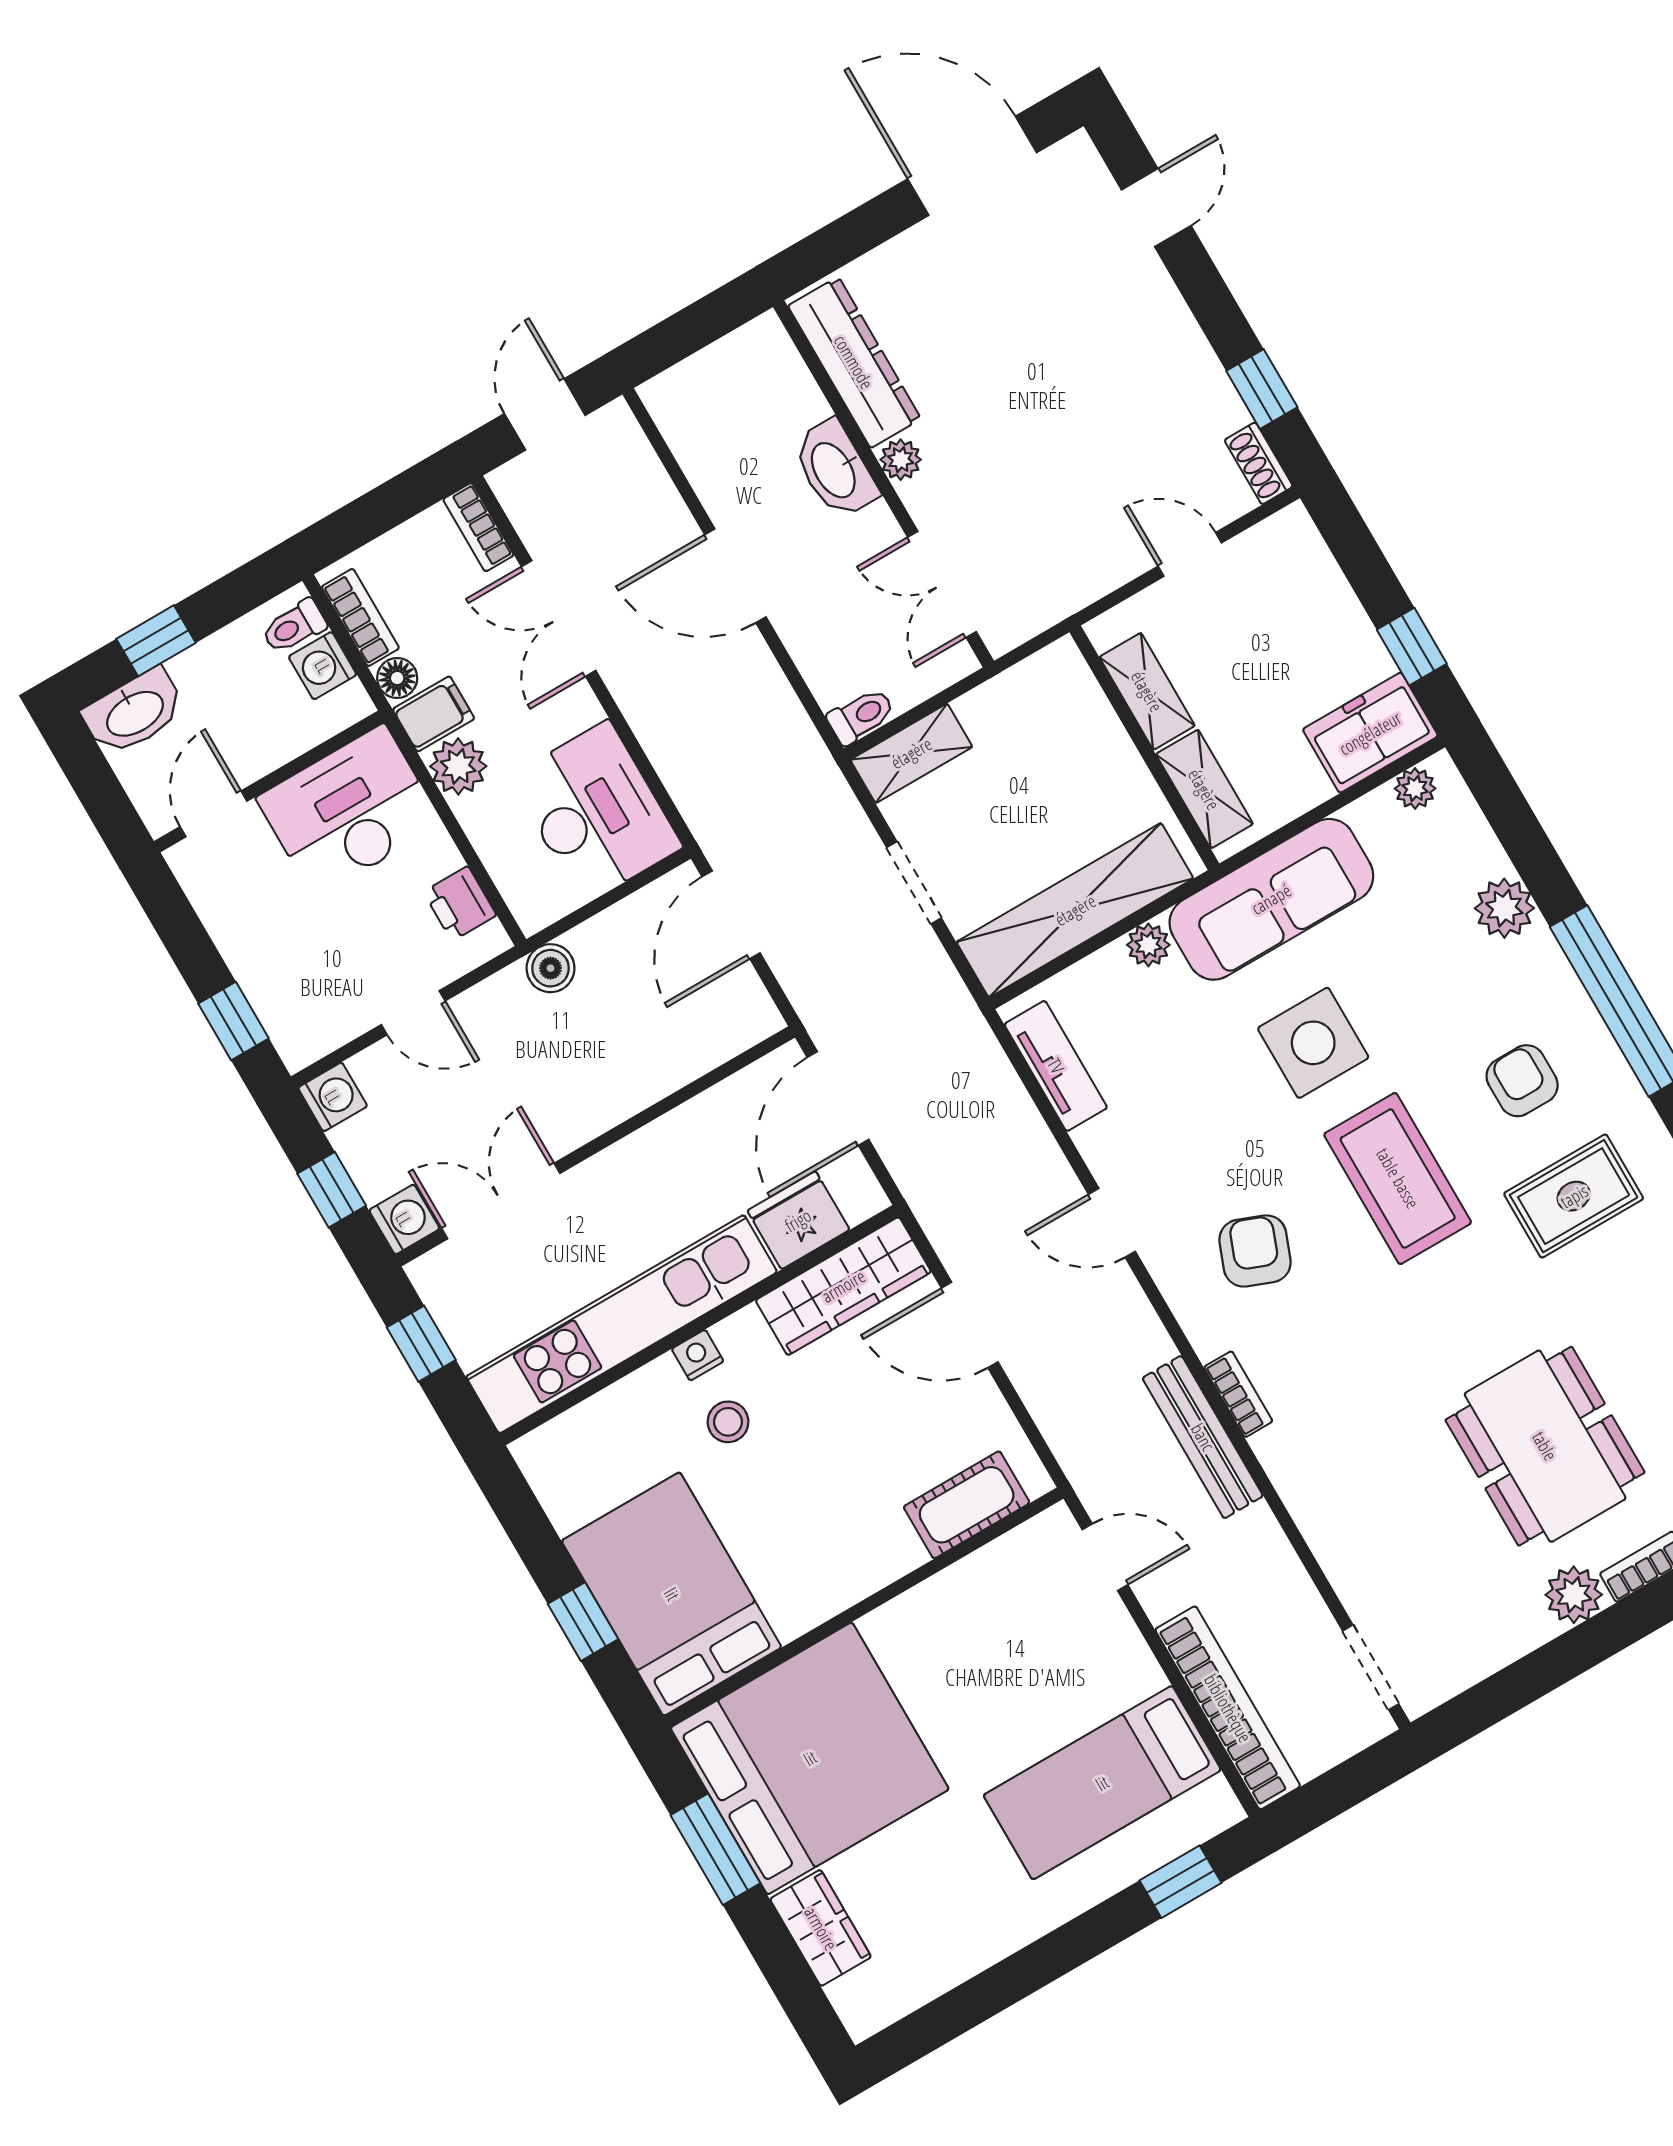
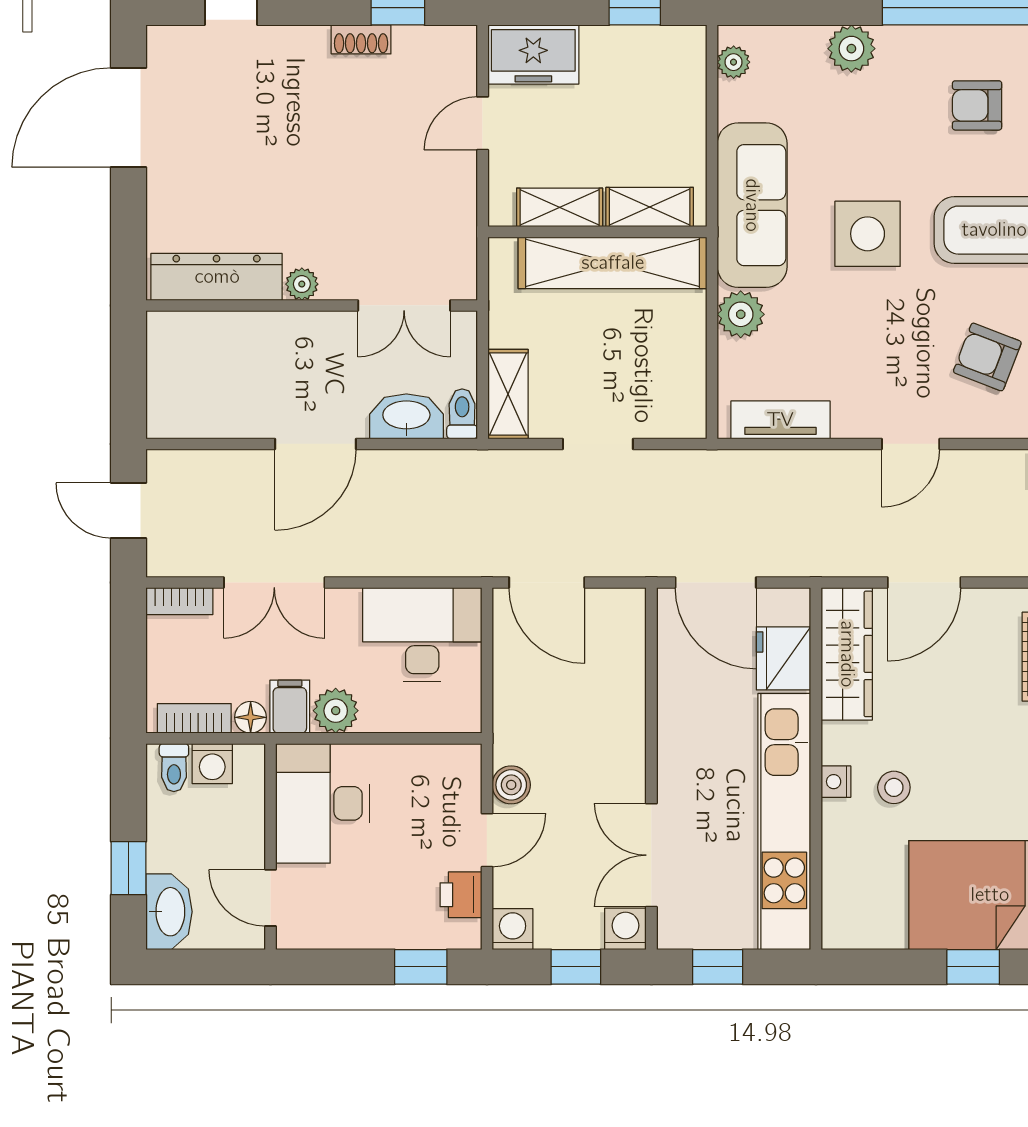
shoe rack: (1259, 463) -> (361, 39), moved
washbasin: (835, 469) -> (406, 416), moved, turned 180
freezer: (1370, 733) -> (533, 55), moved, turned -90
printer: (460, 904) -> (461, 895), moved, turned 90
shelving: (1075, 910) -> (613, 263), moved, turned 90
plant: (1148, 945) -> (741, 314), width x1.38, depth x1.38
boiler: (550, 968) -> (511, 785), moved

